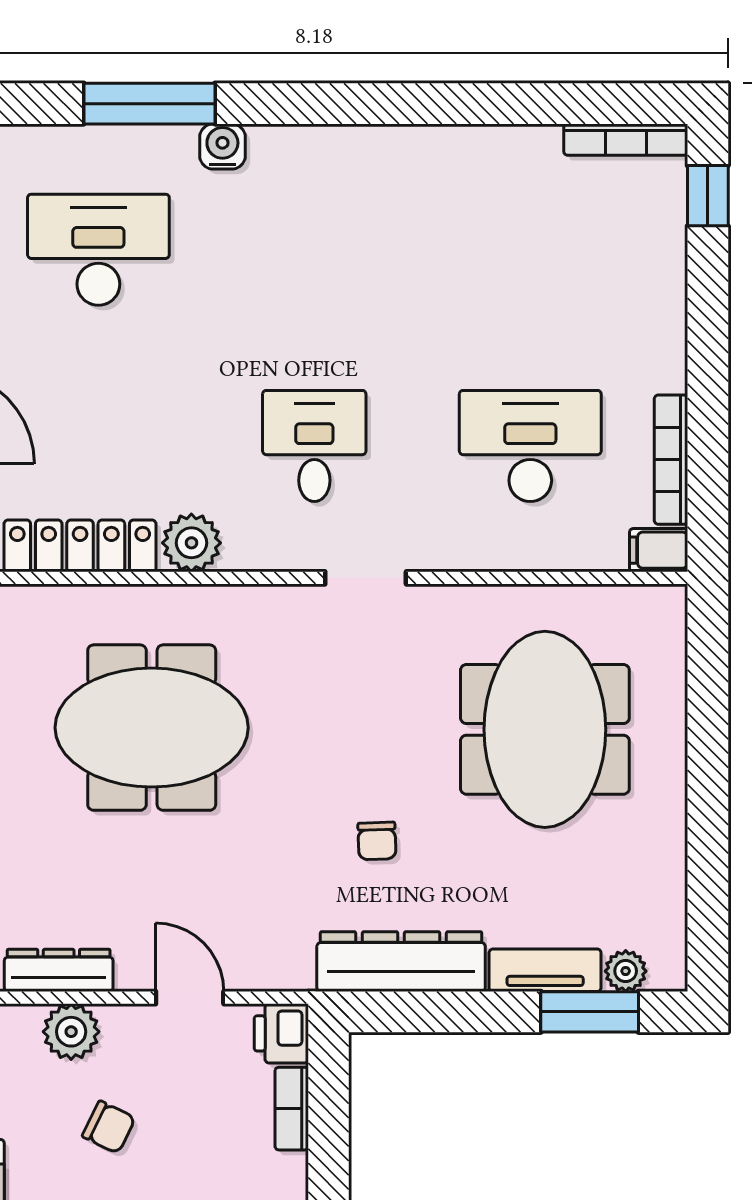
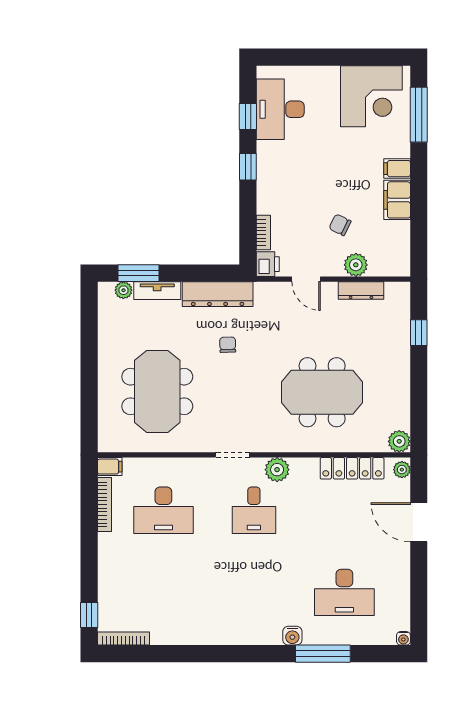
plant: (191, 543) -> (277, 470), moved

